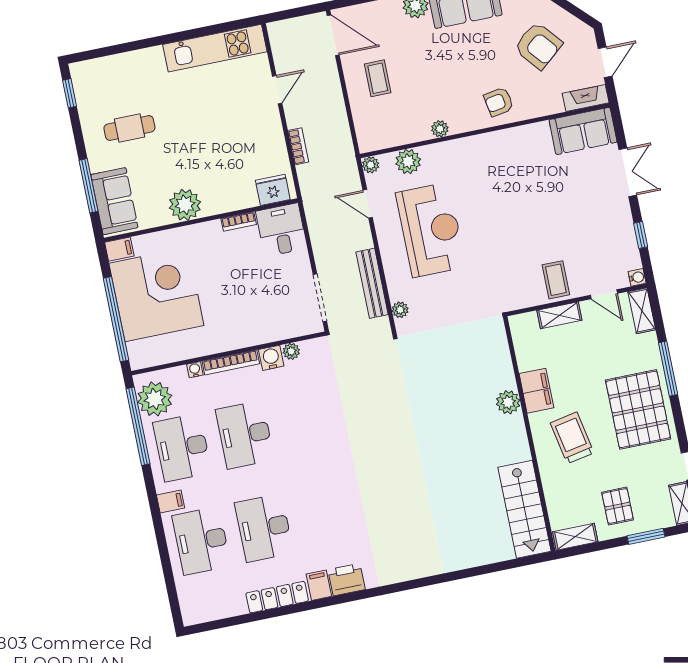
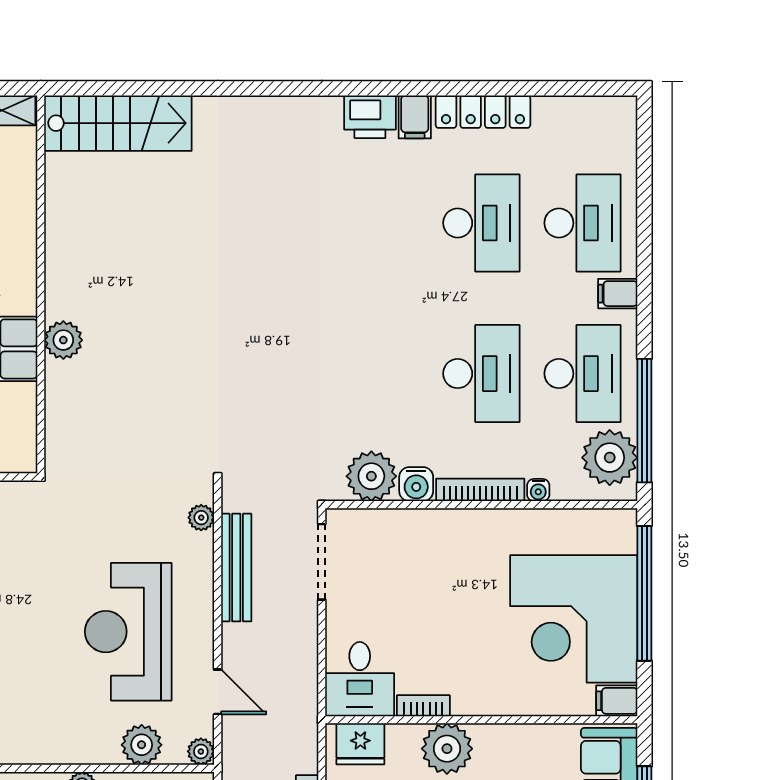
plant: (185, 205) -> (447, 749), moved
plant: (291, 351) -> (371, 476), width x1.87, depth x1.87
stairs: (524, 509) -> (118, 123), moved, turned 90

